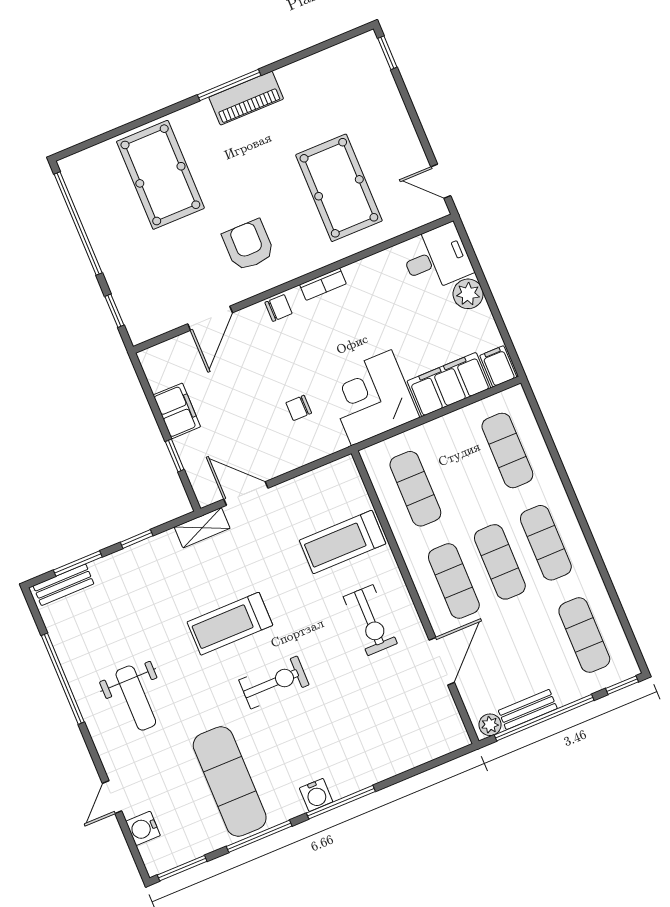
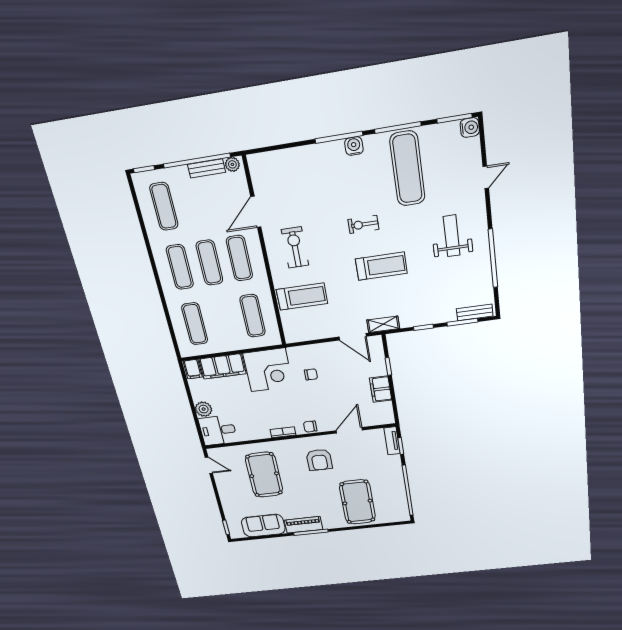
sofa: (319, 76) -> (263, 526), added
tv unit: (132, 317) -> (392, 441), added
exercise bike: (274, 682) -> (363, 224), width x0.73, depth x0.72
water cooler: (143, 828) -> (470, 127), moved

